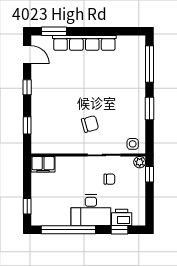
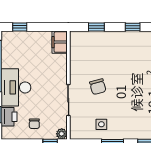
side table: (133, 144) -> (101, 124), moved
chair: (109, 179) -> (34, 124), moved

